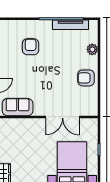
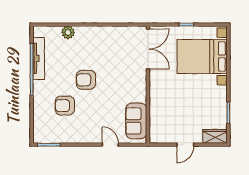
armchair: (86, 78) -> (86, 80), moved, turned 90
double door: (63, 117) -> (148, 49), moved

